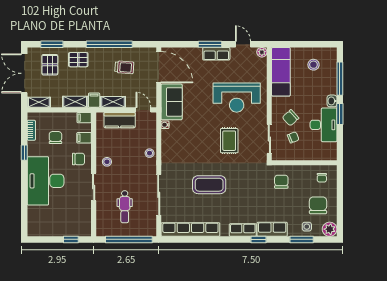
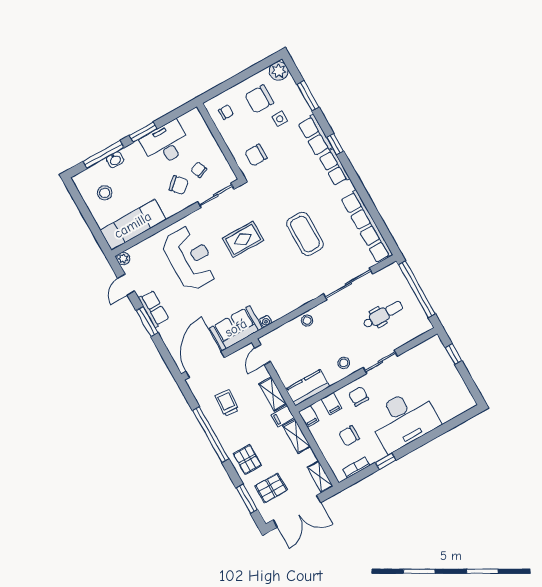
washbasin: (332, 101) -> (115, 160), moved
kitchen counter: (120, 120) -> (308, 388), moved, turned -90
side table: (307, 227) -> (280, 119), moved

